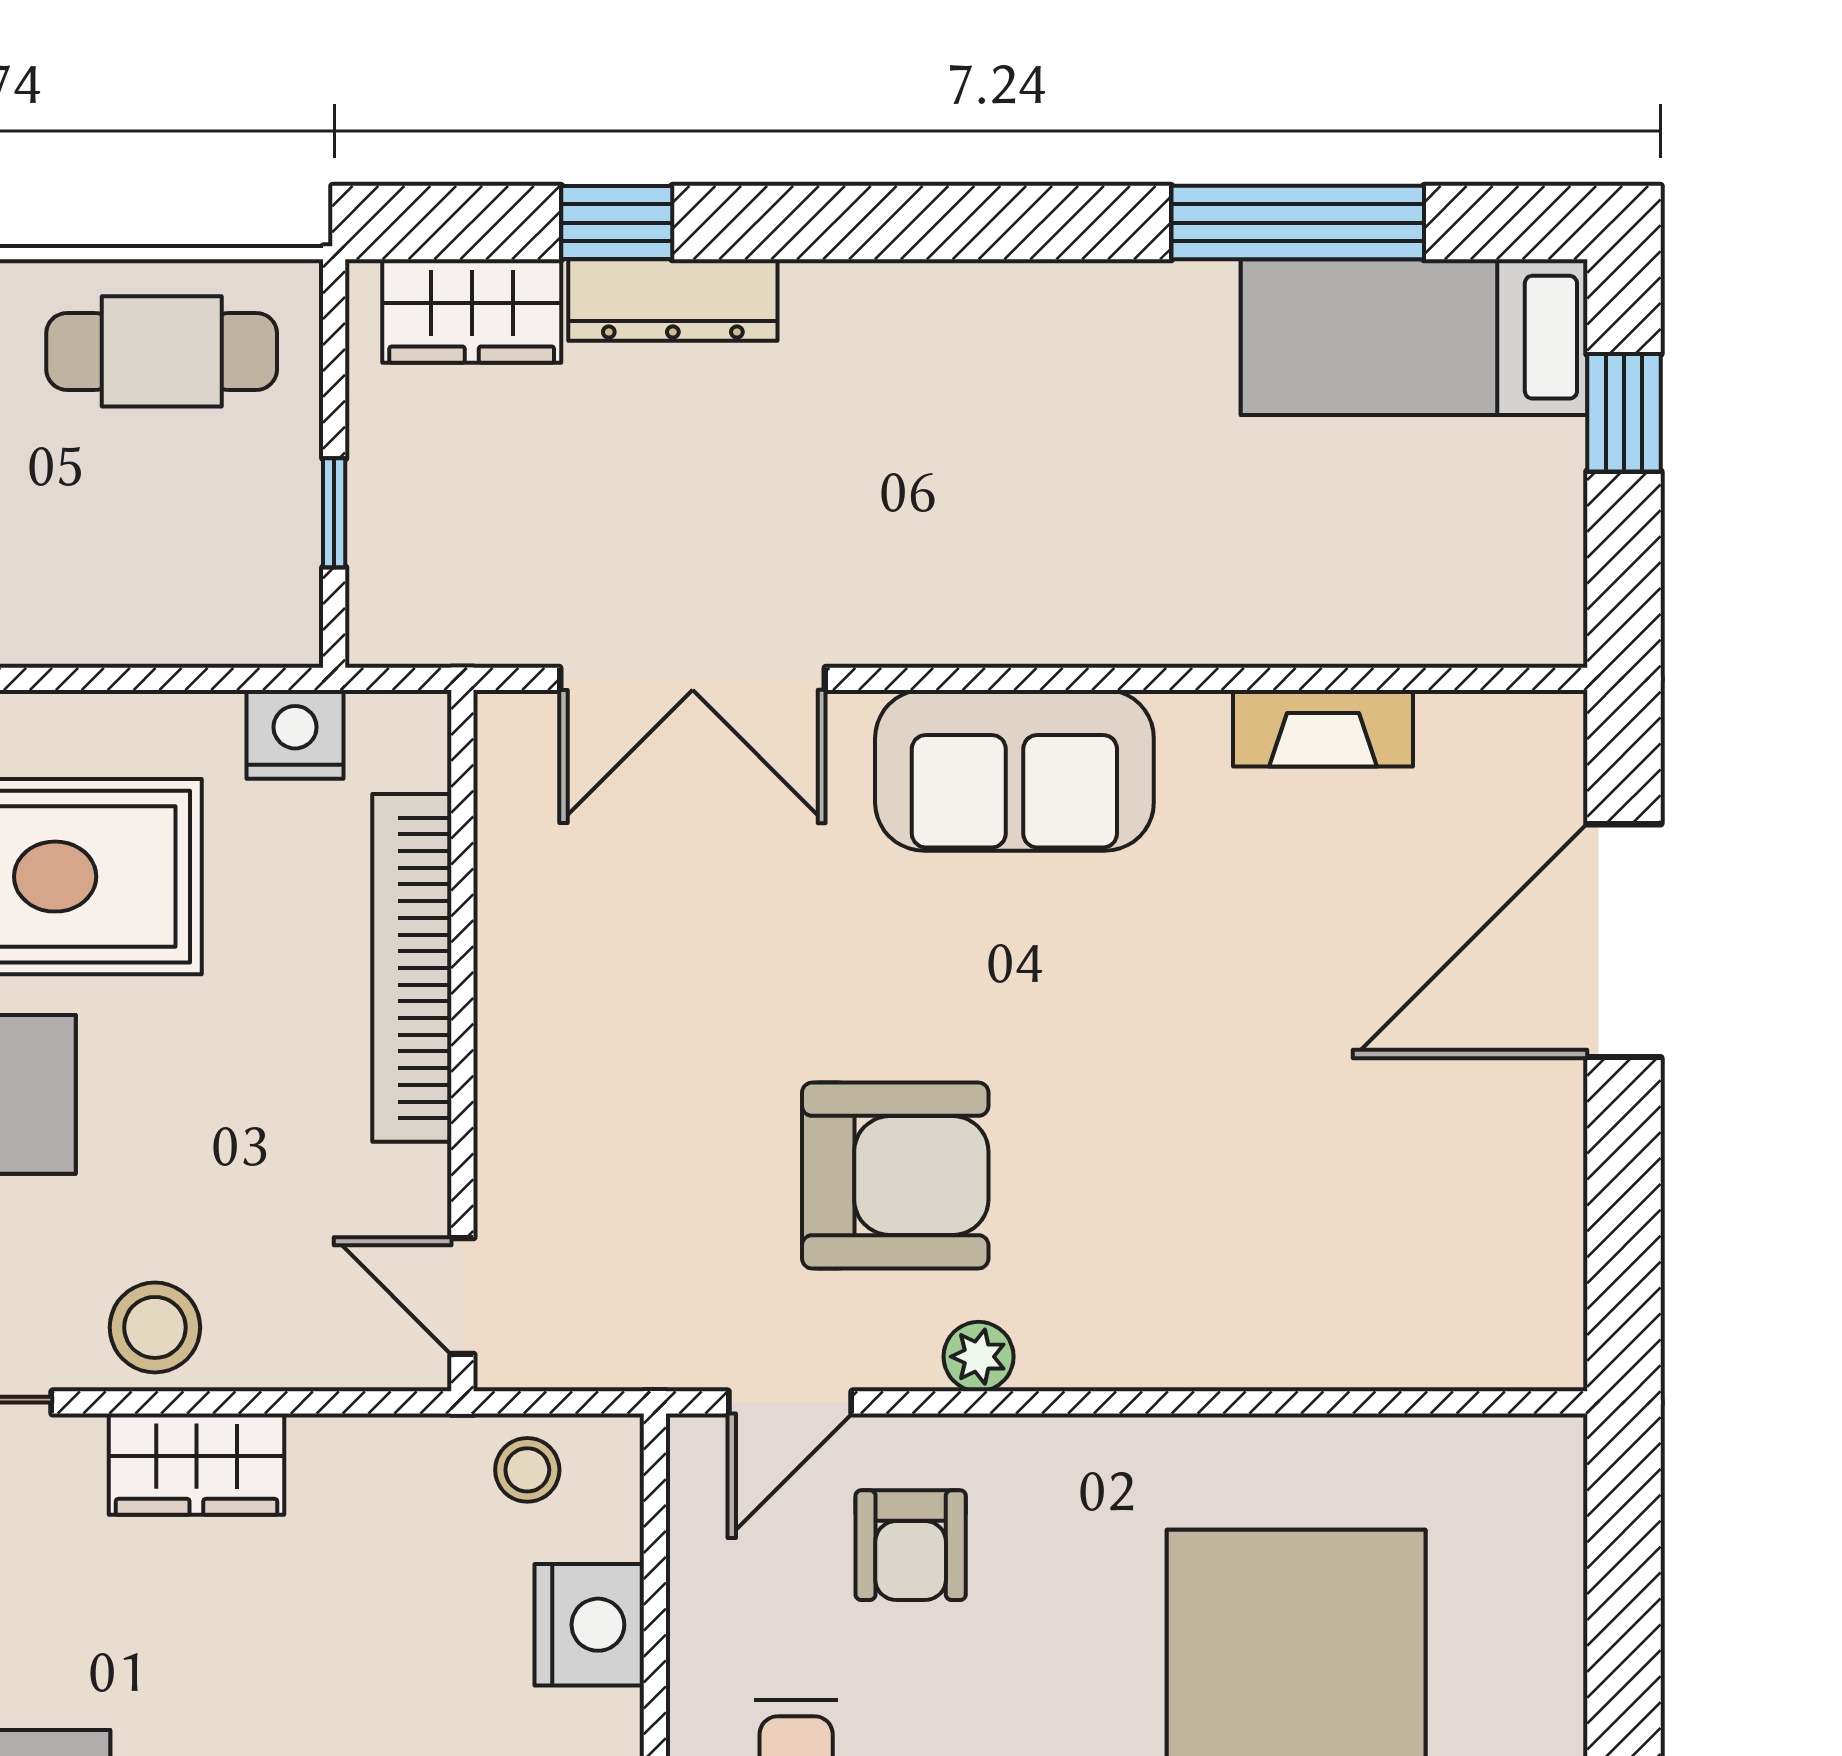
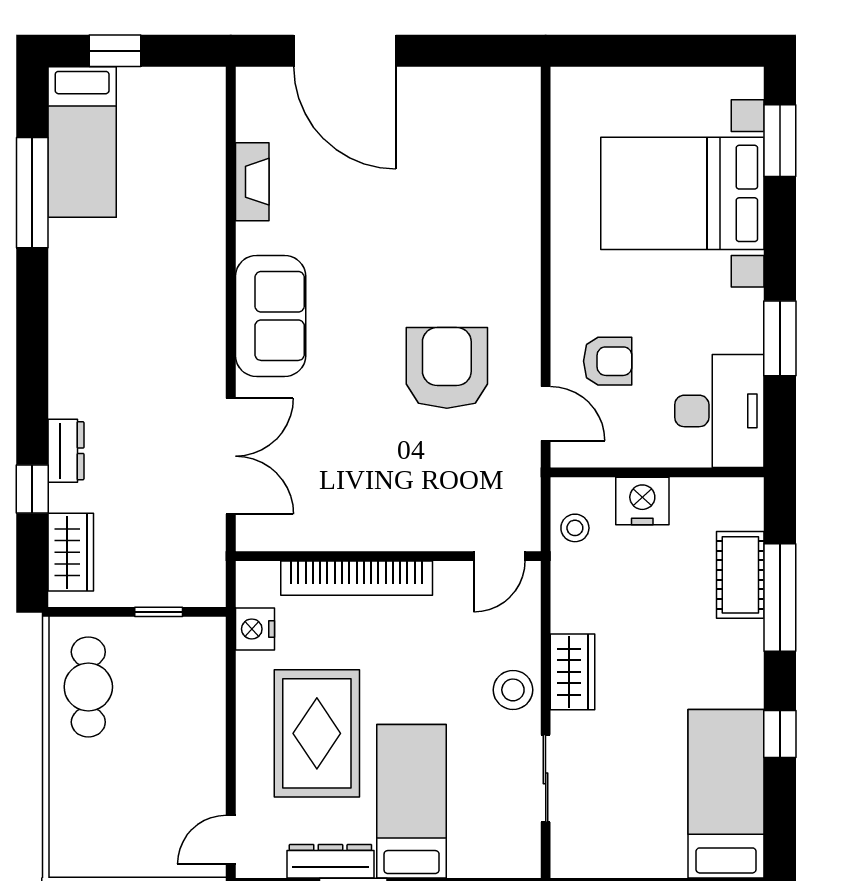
dresser: (673, 300) -> (66, 451), width x0.70
plant: (979, 1357) -> (526, 332), removed

